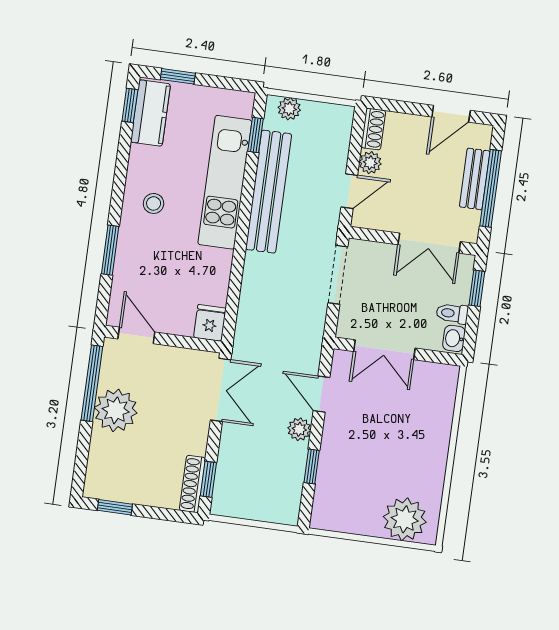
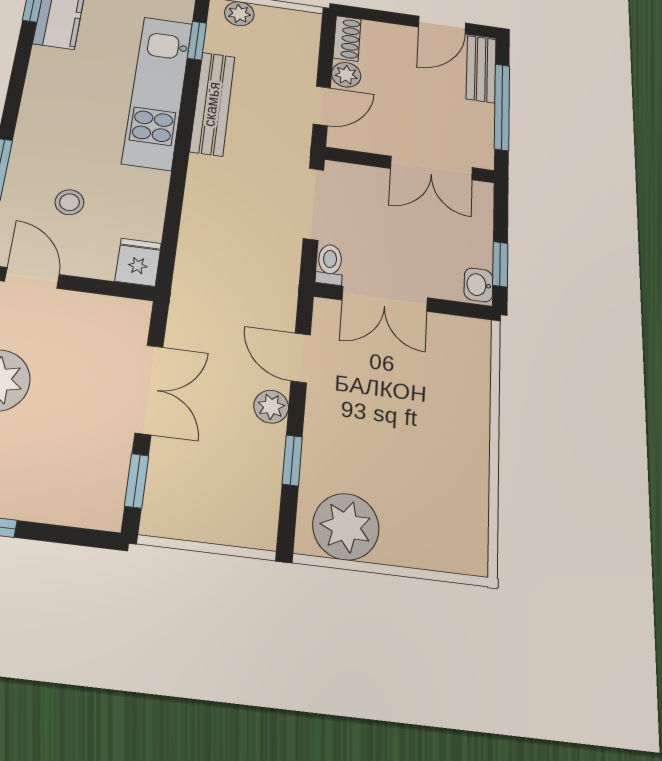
bench: (475, 179) -> (481, 69), moved
bench: (269, 192) -> (212, 104), width x0.73, depth x0.82
stool: (154, 203) -> (69, 202), moved
window: (477, 288) -> (500, 264), moved
toilet: (452, 313) -> (330, 264), moved, turned 90
double door: (221, 390) -> (149, 389), moved
shoe rack: (192, 484) -> (112, 488), removed
plant: (405, 519) -> (346, 527), moved

